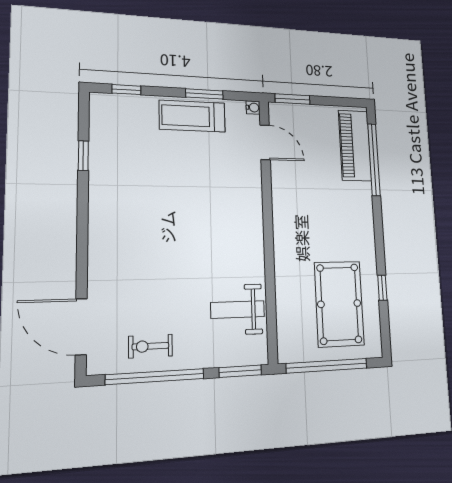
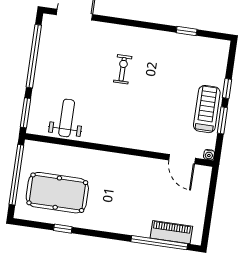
window: (126, 90) -> (227, 88), moved
window: (293, 99) -> (213, 186), removed
door: (265, 142) -> (182, 159), hinge flipped
piano: (355, 146) -> (171, 232), width x0.73, depth x0.75
exercise bike: (150, 346) -> (123, 69), moved

